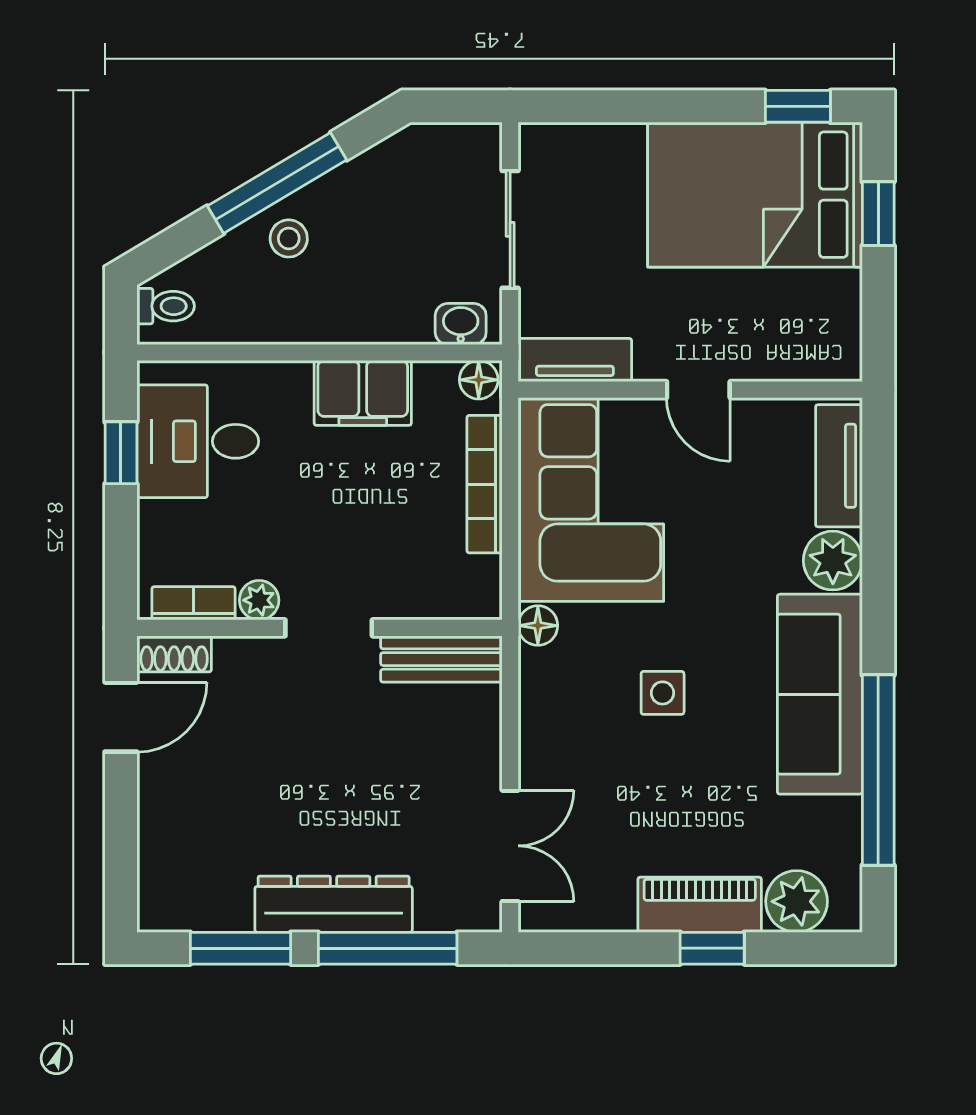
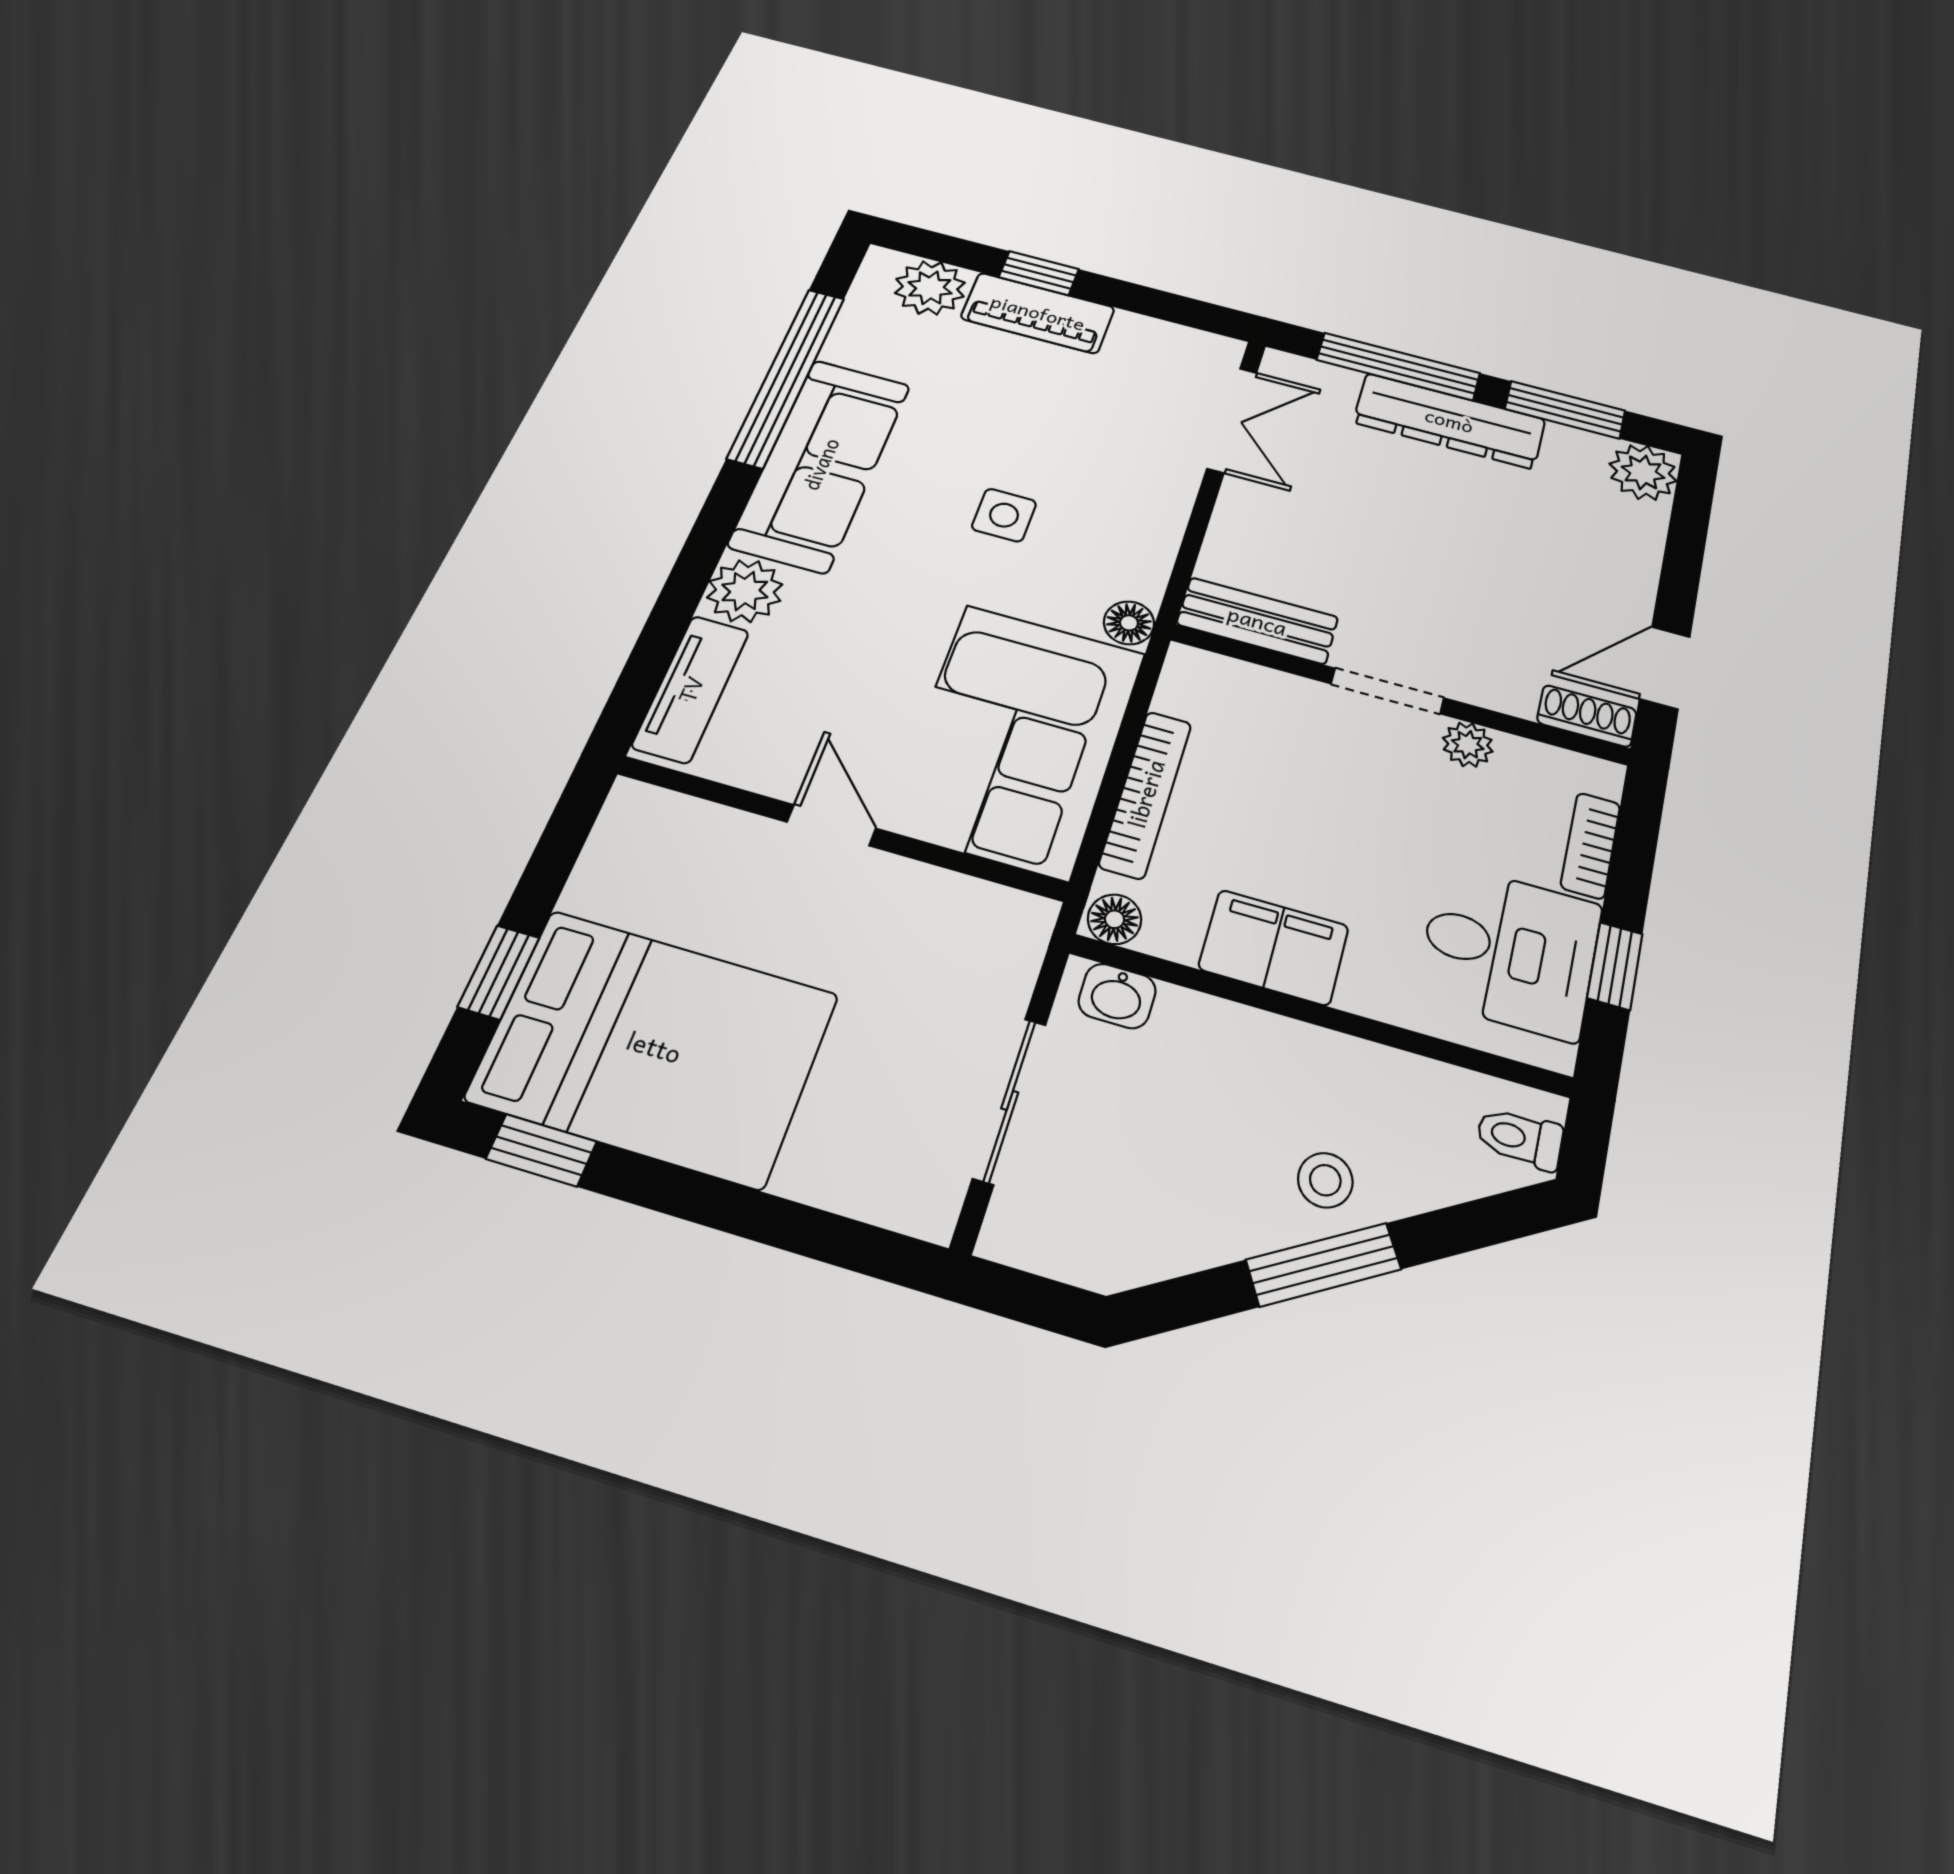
window: (277, 183) -> (1324, 1265), width x0.69
tv unit: (575, 360) -> (979, 907), removed
bookcase: (193, 603) -> (1591, 846), moved, turned 90
double door: (510, 846) -> (1232, 420), swing flipped
plant: (166, 903) -> (1643, 472), added

